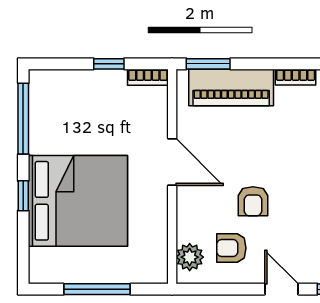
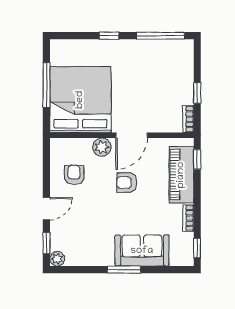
window: (208, 64) -> (197, 159), width x0.67
bed: (78, 201) -> (80, 100), moved, turned 180
armchair: (253, 201) -> (127, 183), moved
plant: (190, 257) -> (102, 147), moved

